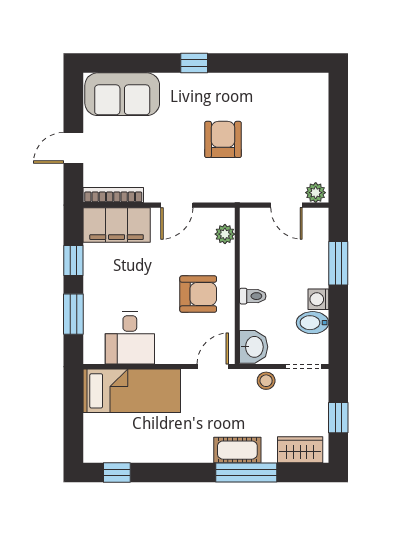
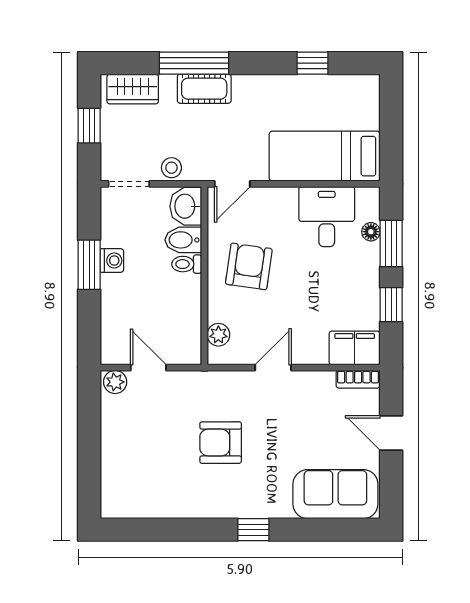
armchair: (223, 139) -> (221, 443), turned 90
door: (73, 148) -> (391, 433), swing flipped
bookcase: (113, 195) -> (358, 379), width x0.64
filing cabinet: (117, 225) -> (355, 348), width x0.67, depth x0.86
window: (338, 263) -> (89, 265), moved
armchair: (198, 294) -> (249, 266), turned 98
bidet: (313, 323) -> (183, 240), moved, turned 180
floor lamp: (91, 324) -> (371, 232), added
window: (117, 473) -> (312, 63), moved

